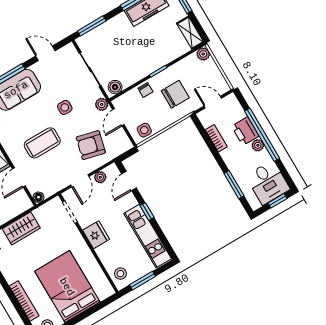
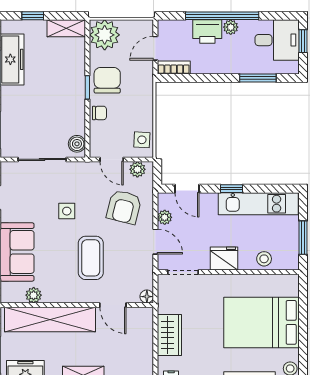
plant: (203, 54) -> (105, 35), width x1.87, depth x1.87
chair: (175, 94) -> (107, 80), moved
plant: (102, 104) -> (137, 169), moved
bookcase: (216, 138) -> (174, 68), moved
stool: (120, 274) -> (264, 259), moved

